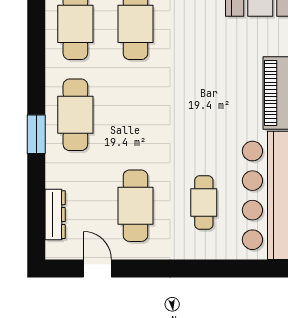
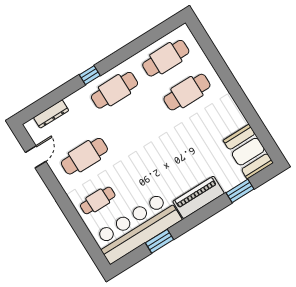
window: (36, 134) -> (90, 75), width x0.67
cafe table: (204, 203) -> (98, 200), moved

